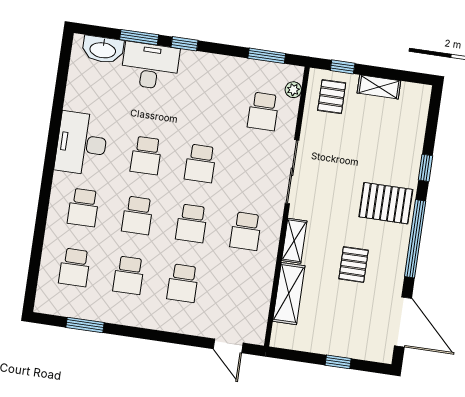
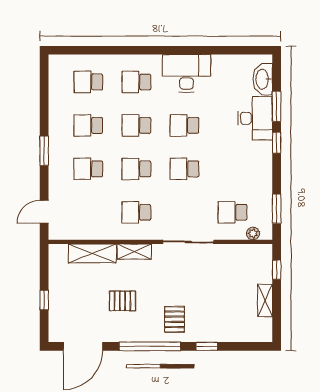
pallet: (332, 97) -> (252, 265), removed
pallet: (386, 203) -> (174, 319), width x0.67, depth x0.71
window: (85, 325) -> (44, 151), moved

